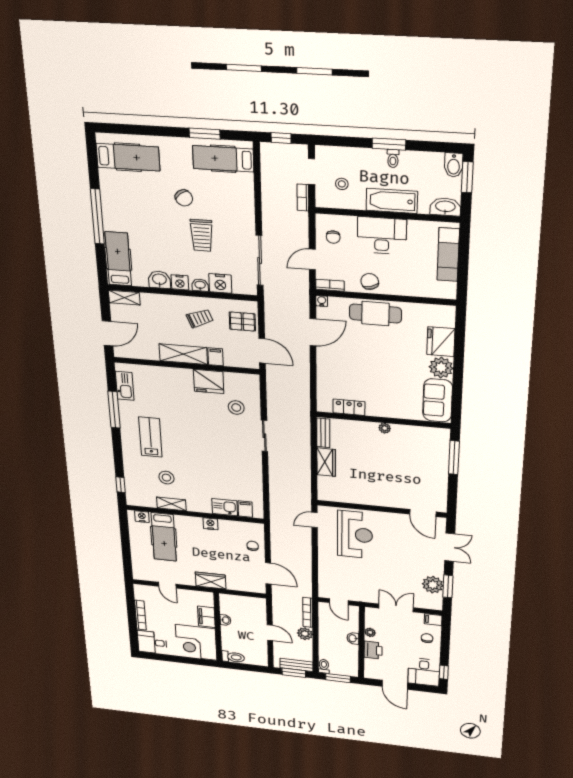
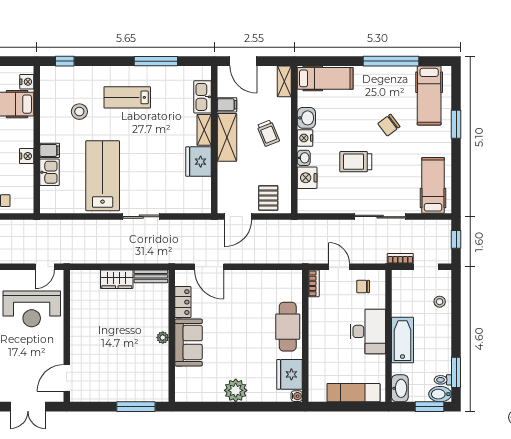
window: (205, 134) -> (456, 124), moved
window: (389, 144) -> (456, 372), moved
toilet: (393, 158) -> (443, 380), moved
stool: (342, 184) -> (440, 302), moved
chair: (184, 198) -> (389, 125), moved
window: (97, 216) -> (391, 61), moved
sliding door: (260, 261) -> (380, 217), moved
chair: (370, 281) -> (321, 321), removed
water cooler: (322, 301) -> (297, 396), moved
trolley: (200, 318) -> (268, 133), moved
door: (313, 332) -> (209, 267), moved
fridge: (441, 342) -> (289, 374), moved, turned -90
filing cabinet: (216, 357) -> (227, 105), moved
kitchen sink: (125, 386) -> (203, 97), moved, turned 90
sofa: (438, 400) -> (189, 343), moved, turned 90
stool: (236, 408) -> (171, 189), removed
lab bench: (150, 437) -> (127, 97), turned 180
lab bench: (226, 464) -> (103, 176), added
shelving: (171, 504) -> (204, 130), moved
filing cabinet: (245, 509) -> (50, 150), moved
door: (314, 520) -> (45, 267), swing flipped

